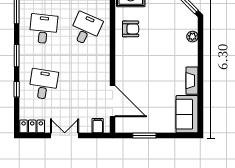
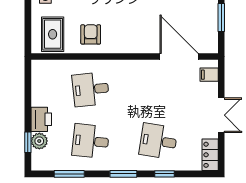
desk: (86, 29) -> (91, 89), turned -30
door: (112, 101) -> (179, 57), hinge flipped
double door: (65, 136) -> (221, 115), swing flipped

